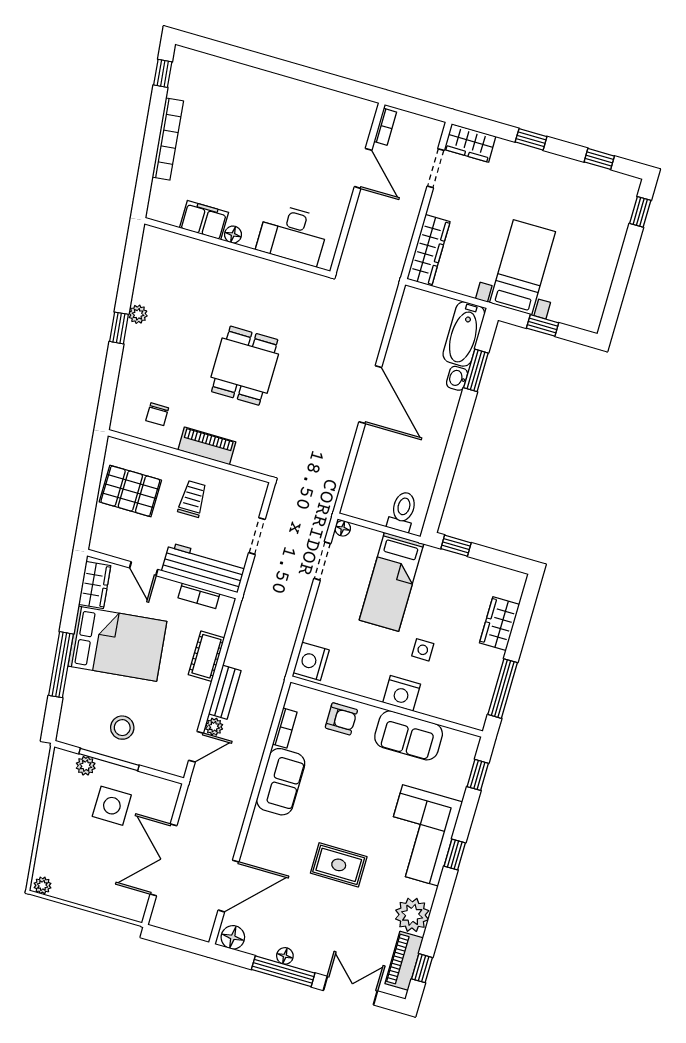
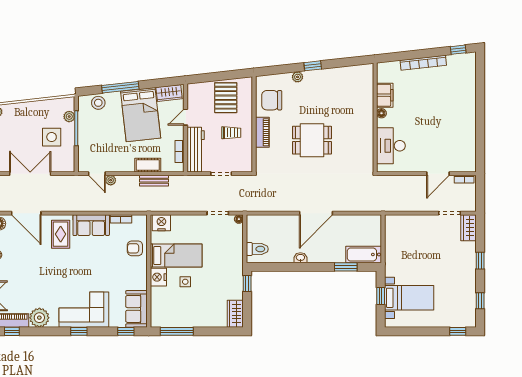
wardrobe: (428, 250) -> (404, 222), removed
bed with nightstands: (523, 267) -> (409, 298), moved
plant: (138, 314) -> (298, 77), moved
washbasin: (457, 378) -> (300, 258), moved
chair: (157, 414) -> (272, 100), width x1.87, depth x1.87
bed: (392, 582) -> (176, 256), moved, turned 180
wardrobe: (500, 624) -> (235, 314), moved, turned -90
bench: (225, 692) -> (154, 181), moved
armchair: (341, 719) -> (135, 248), turned 90
stool: (122, 728) -> (98, 103), moved
sofa: (409, 735) -> (136, 309), moved
rug: (339, 865) -> (61, 234), moved

